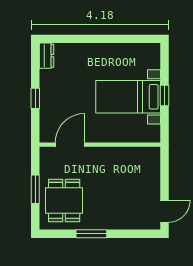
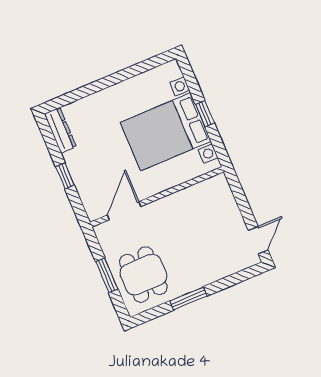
dresser: (47, 56) -> (60, 130), width x1.44
bed with nightstands: (128, 97) -> (166, 132), width x1.36

